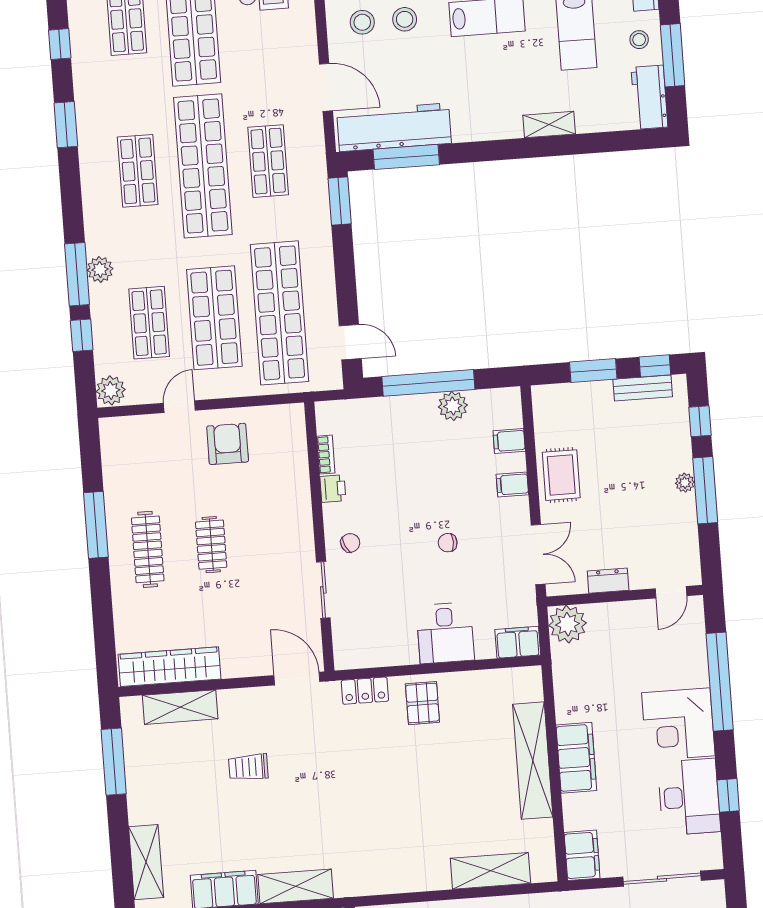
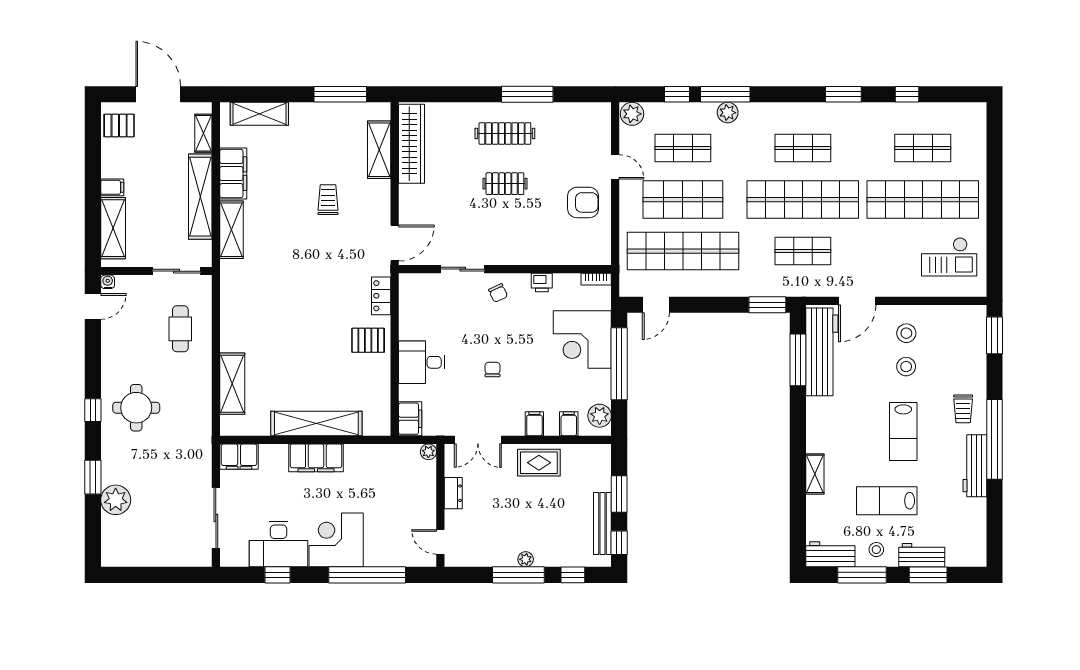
bench: (643, 388) -> (602, 524), width x1.36
plant: (453, 406) -> (600, 416), moved
corner desk: (401, 432) -> (582, 340), added
bookcase: (326, 455) -> (596, 279), moved
plant: (568, 624) -> (428, 452), width x0.53, depth x0.53

